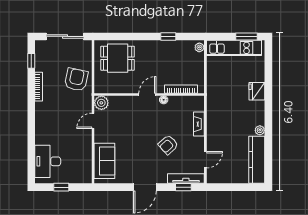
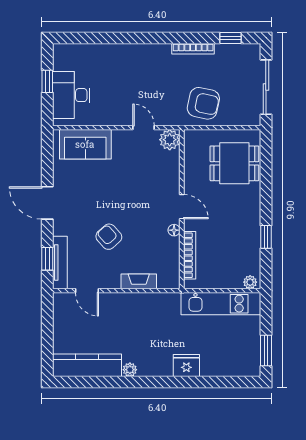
kitchen unit: (234, 48) -> (221, 304), moved, turned -90
dining table: (118, 58) -> (234, 163), turned 90
desk: (48, 161) -> (71, 95), moved, turned -90

